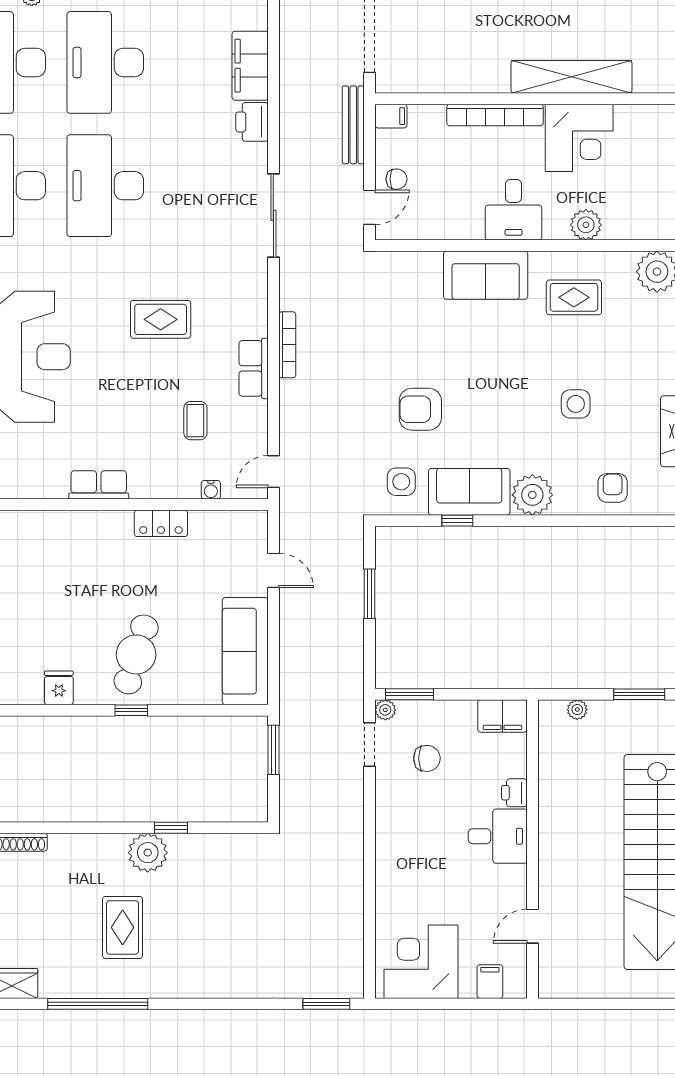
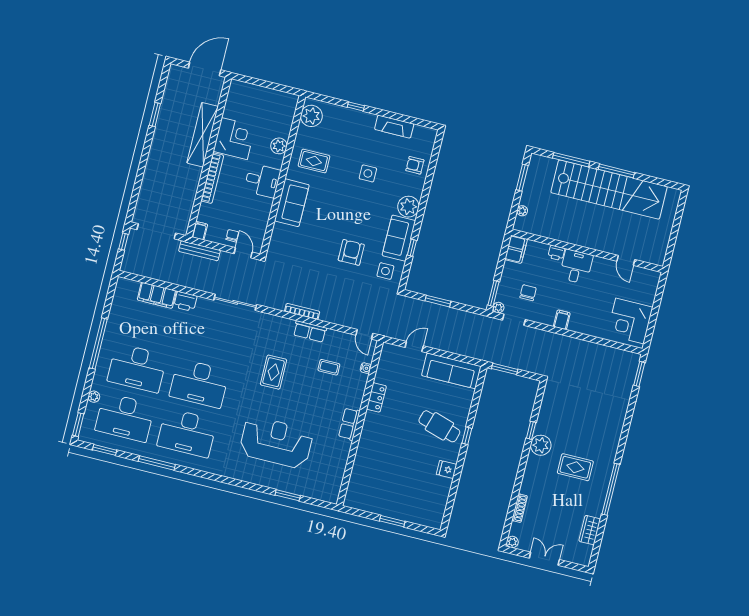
rug: (574, 297) -> (314, 161), turned 90
armchair: (420, 409) -> (351, 252), turned 180
filing cabinet: (490, 982) -> (562, 320), moved, turned 90

